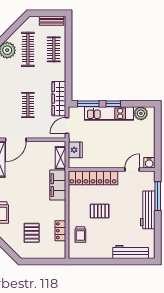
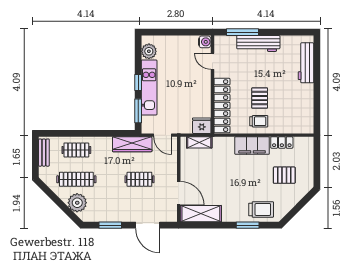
fridge: (75, 150) -> (202, 126), moved
filing cabinet: (58, 185) -> (252, 146), moved
trolley: (80, 234) -> (259, 121), moved

